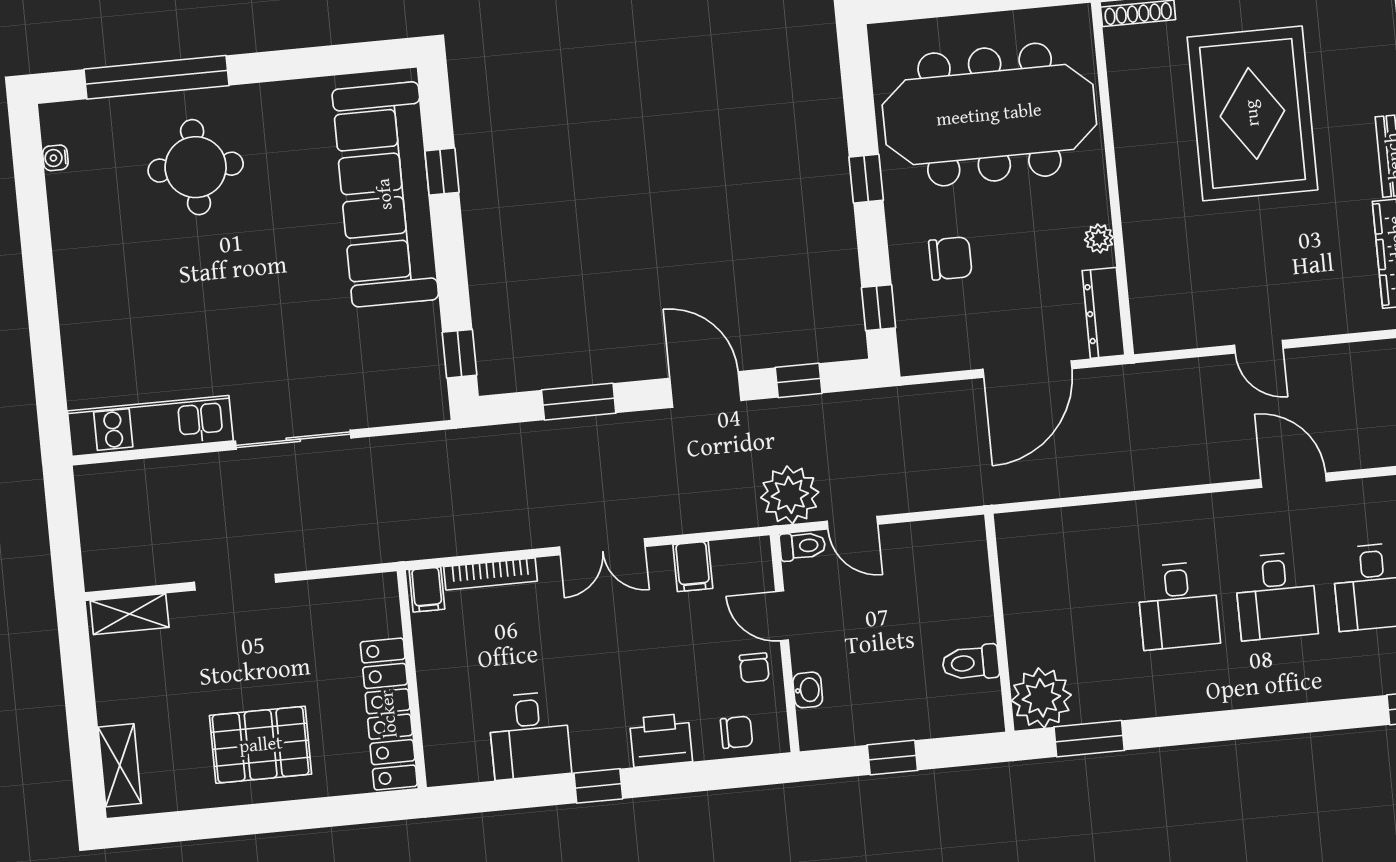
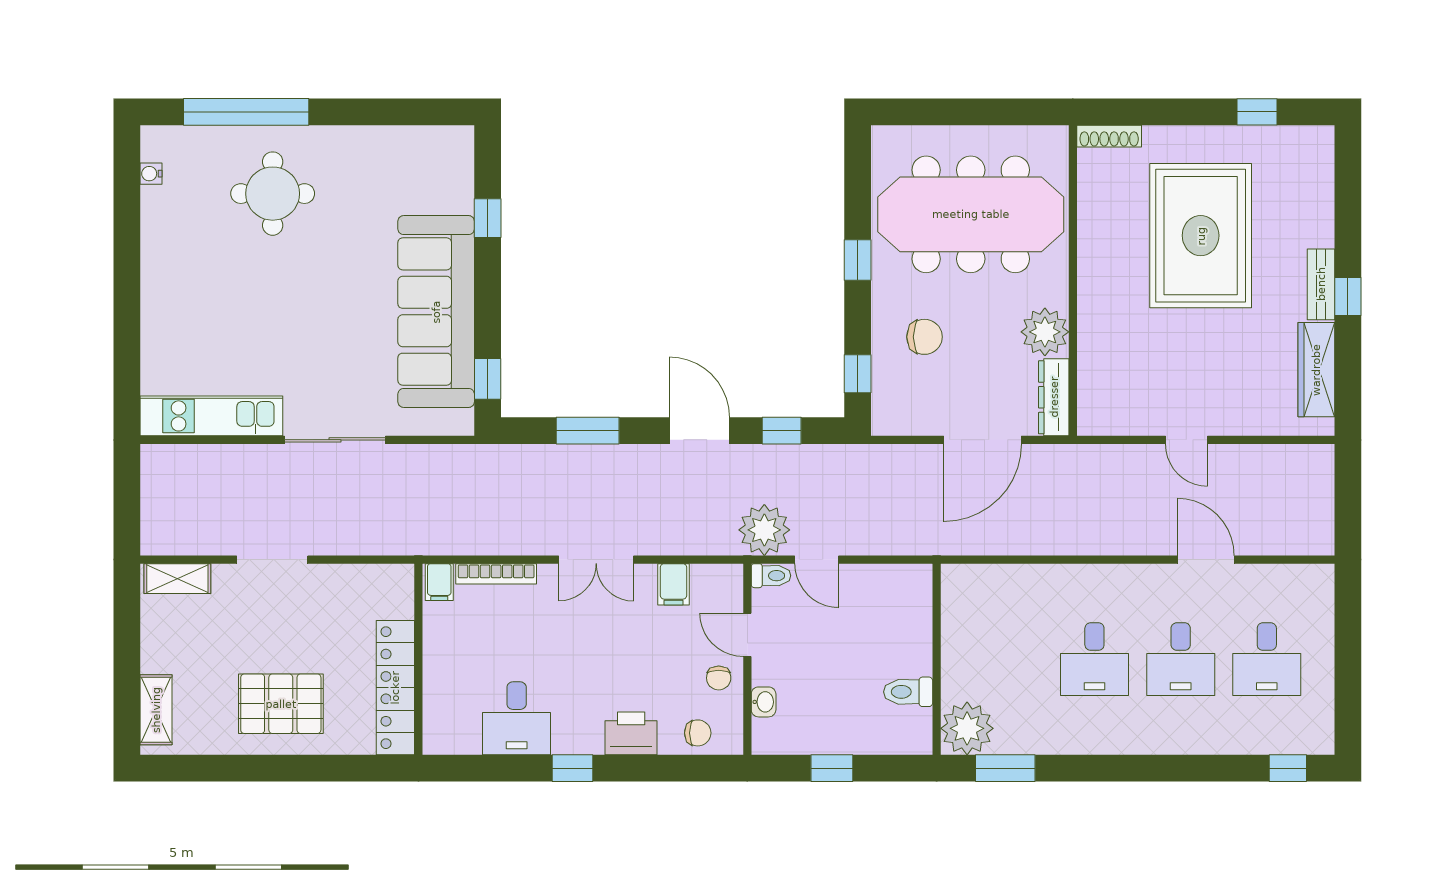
sofa: (385, 194) -> (436, 312), moved
plant: (1099, 238) -> (1045, 332), width x1.88, depth x1.88

